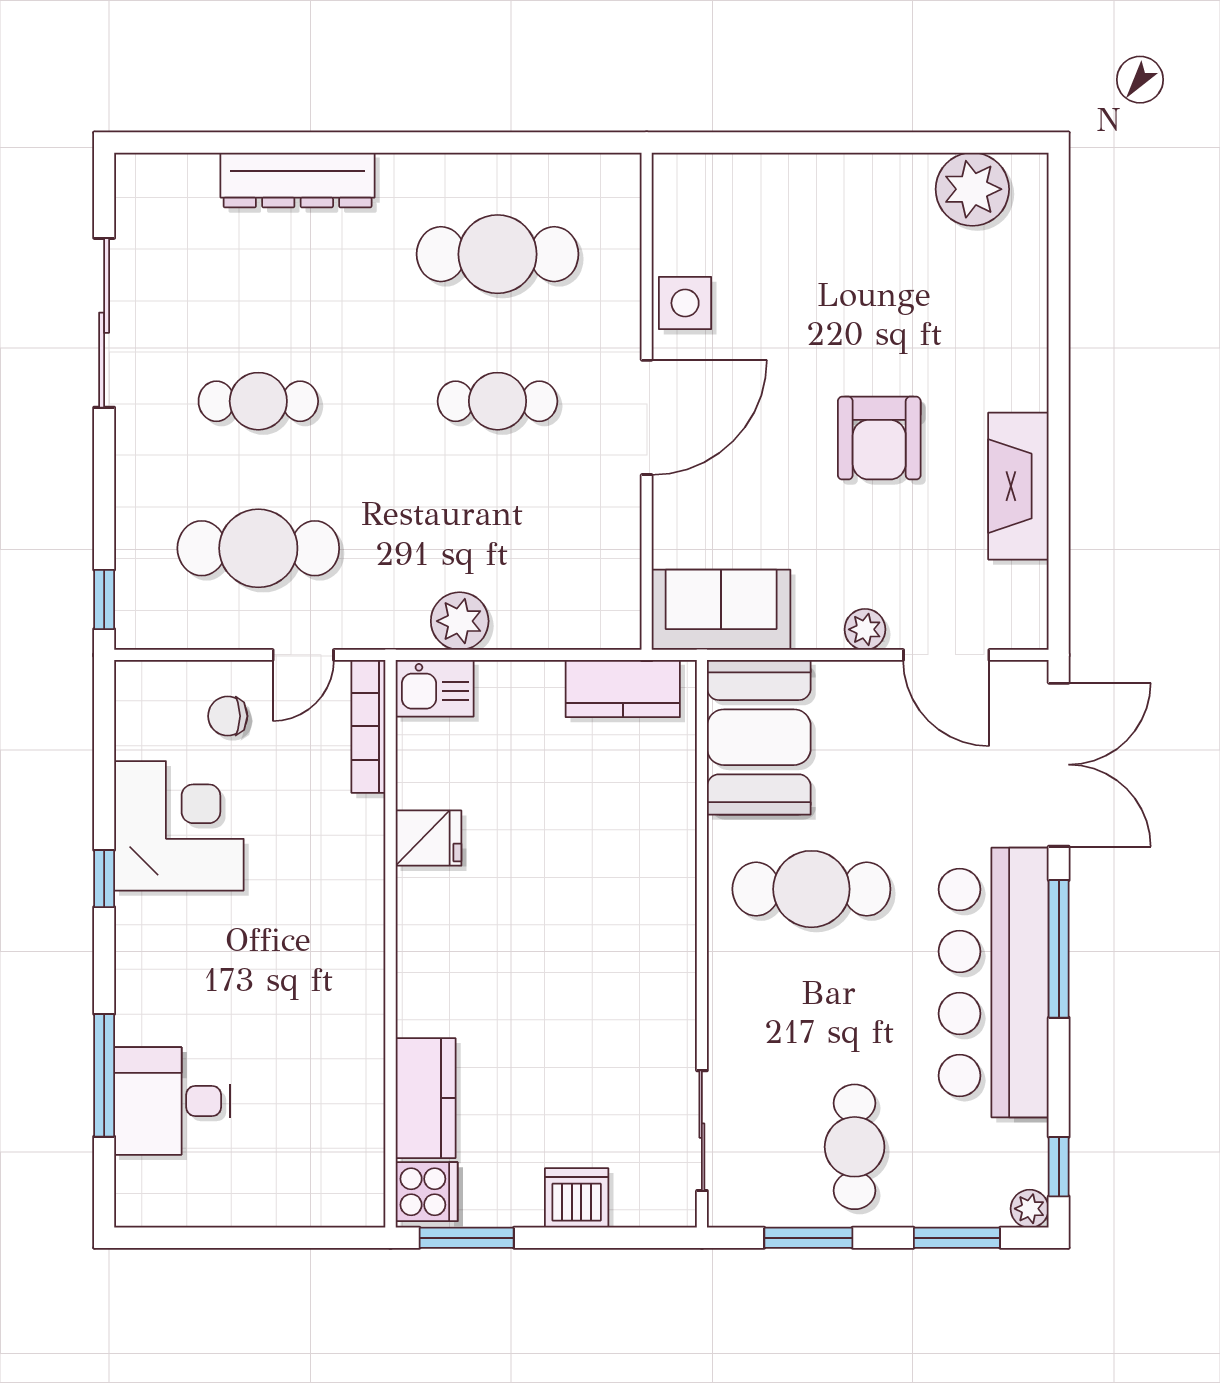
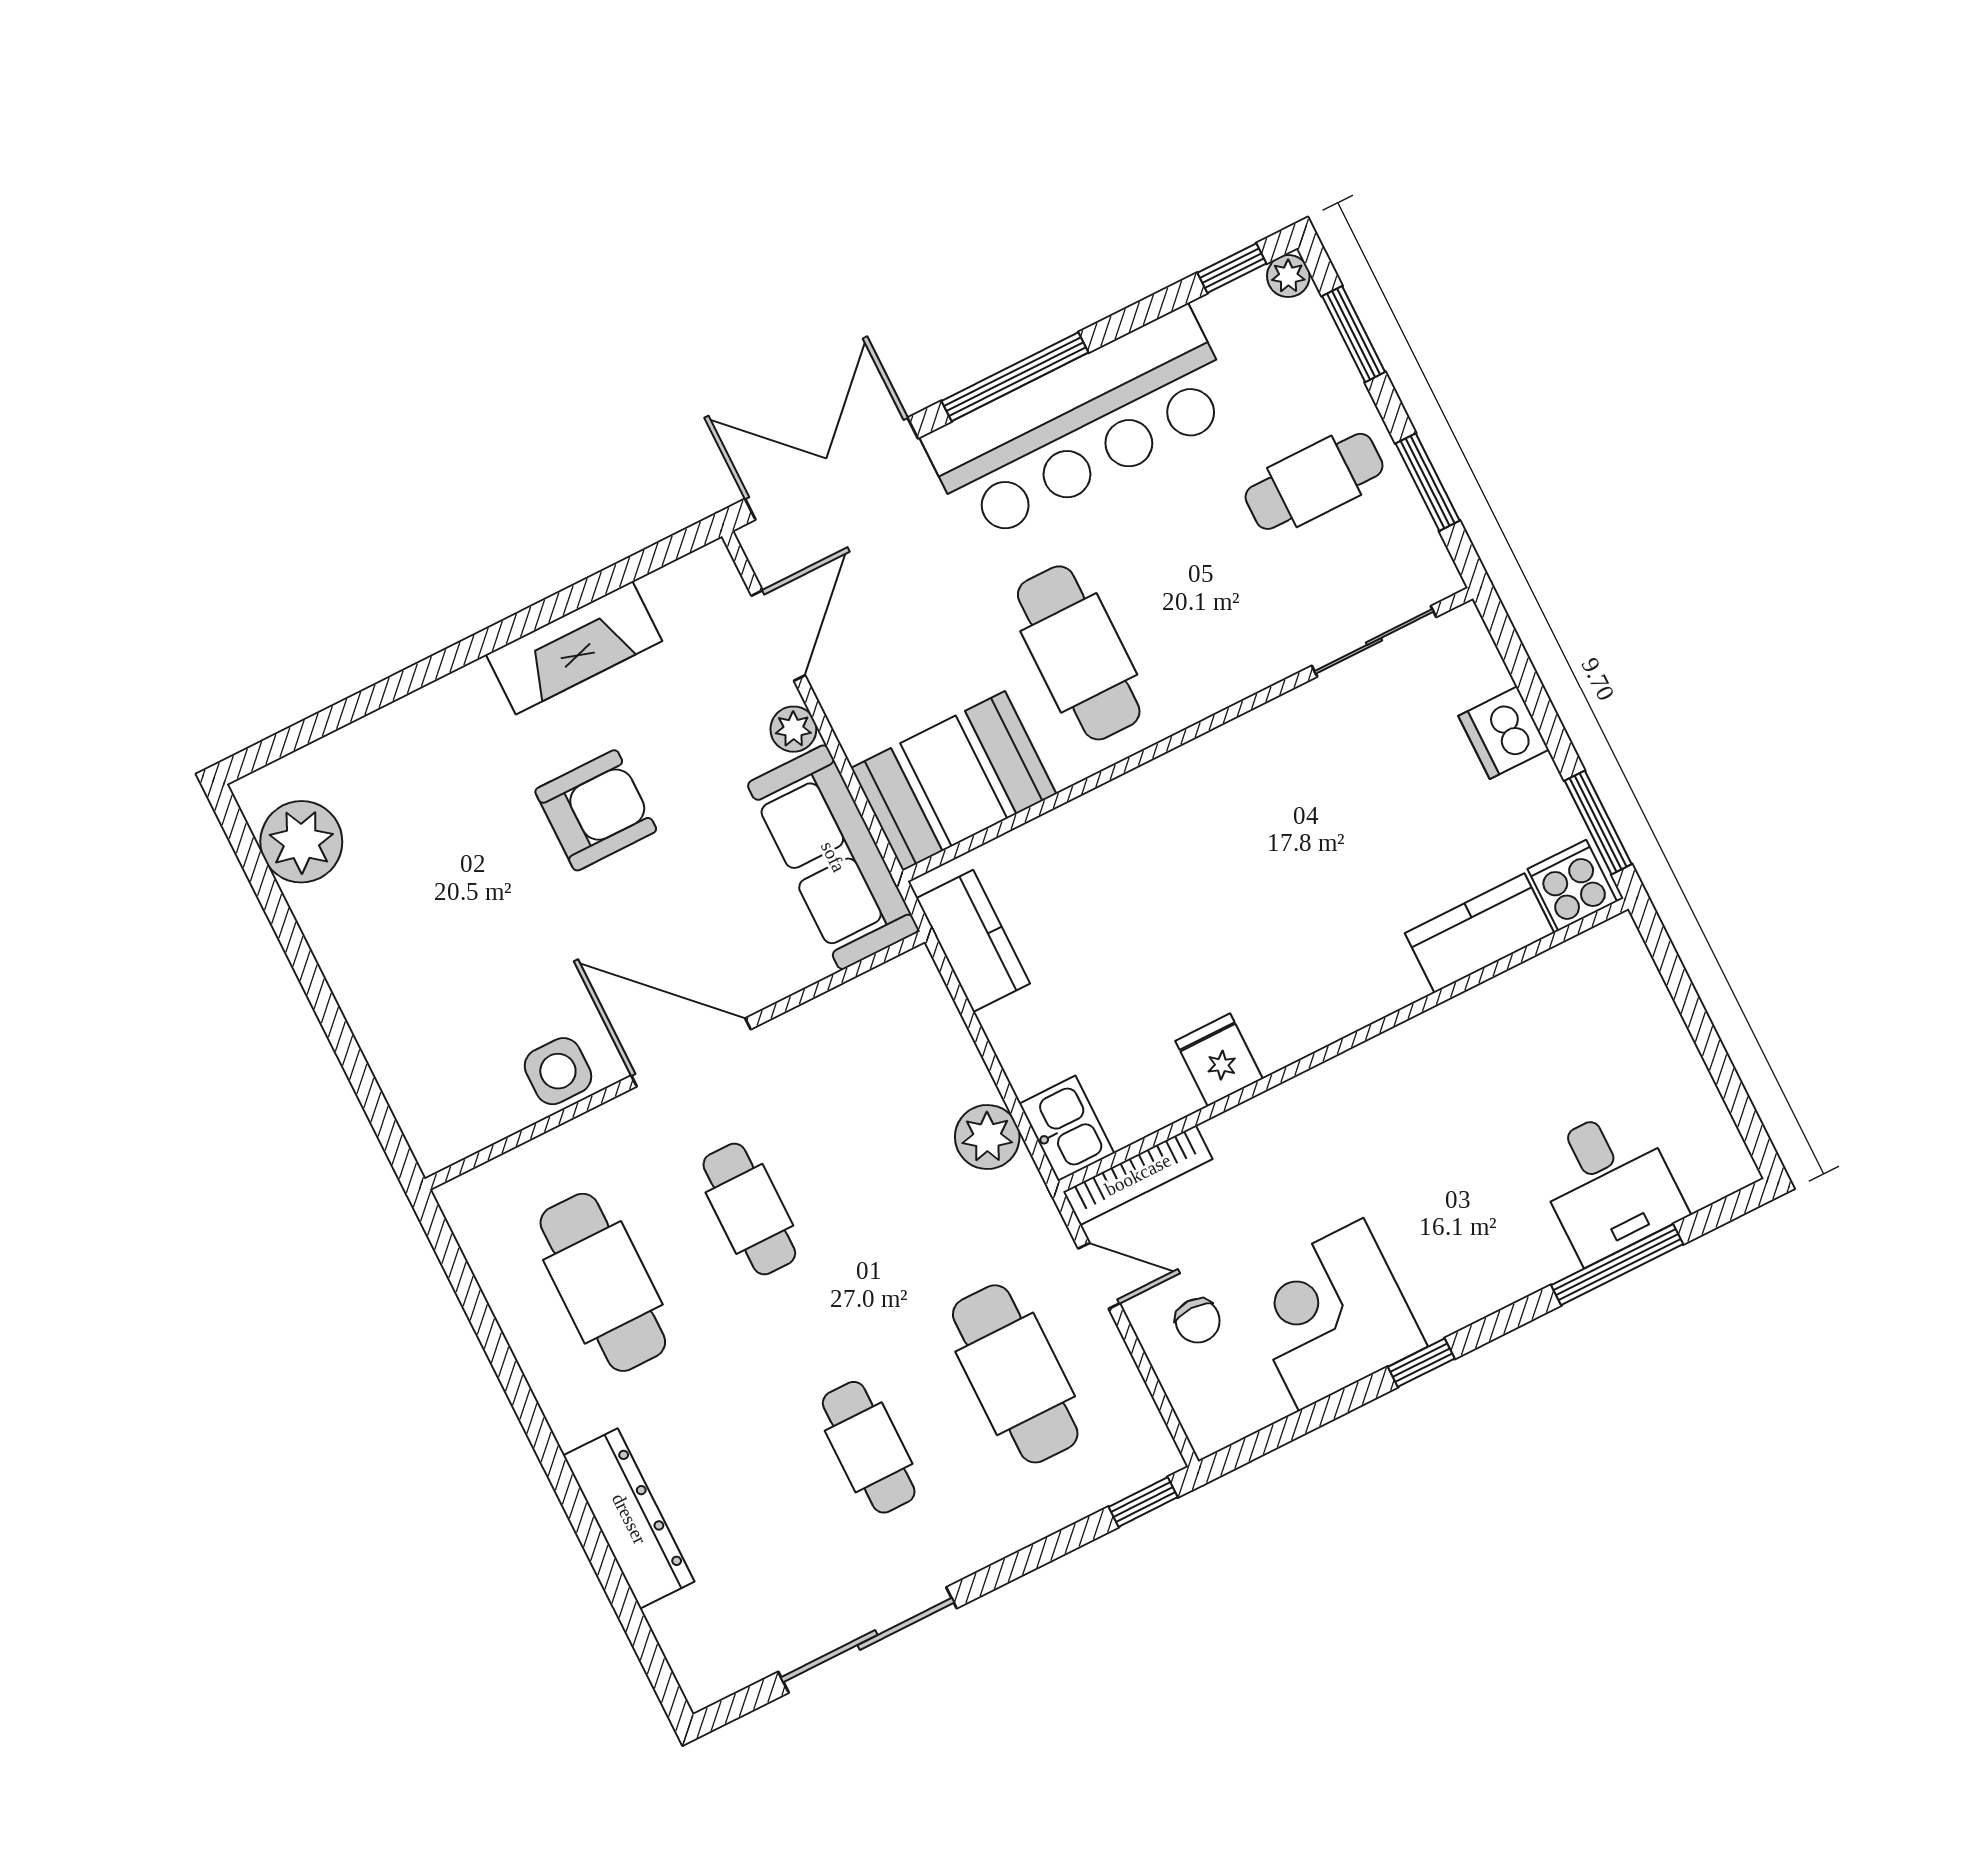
sofa: (721, 610) -> (833, 857), width x1.36

